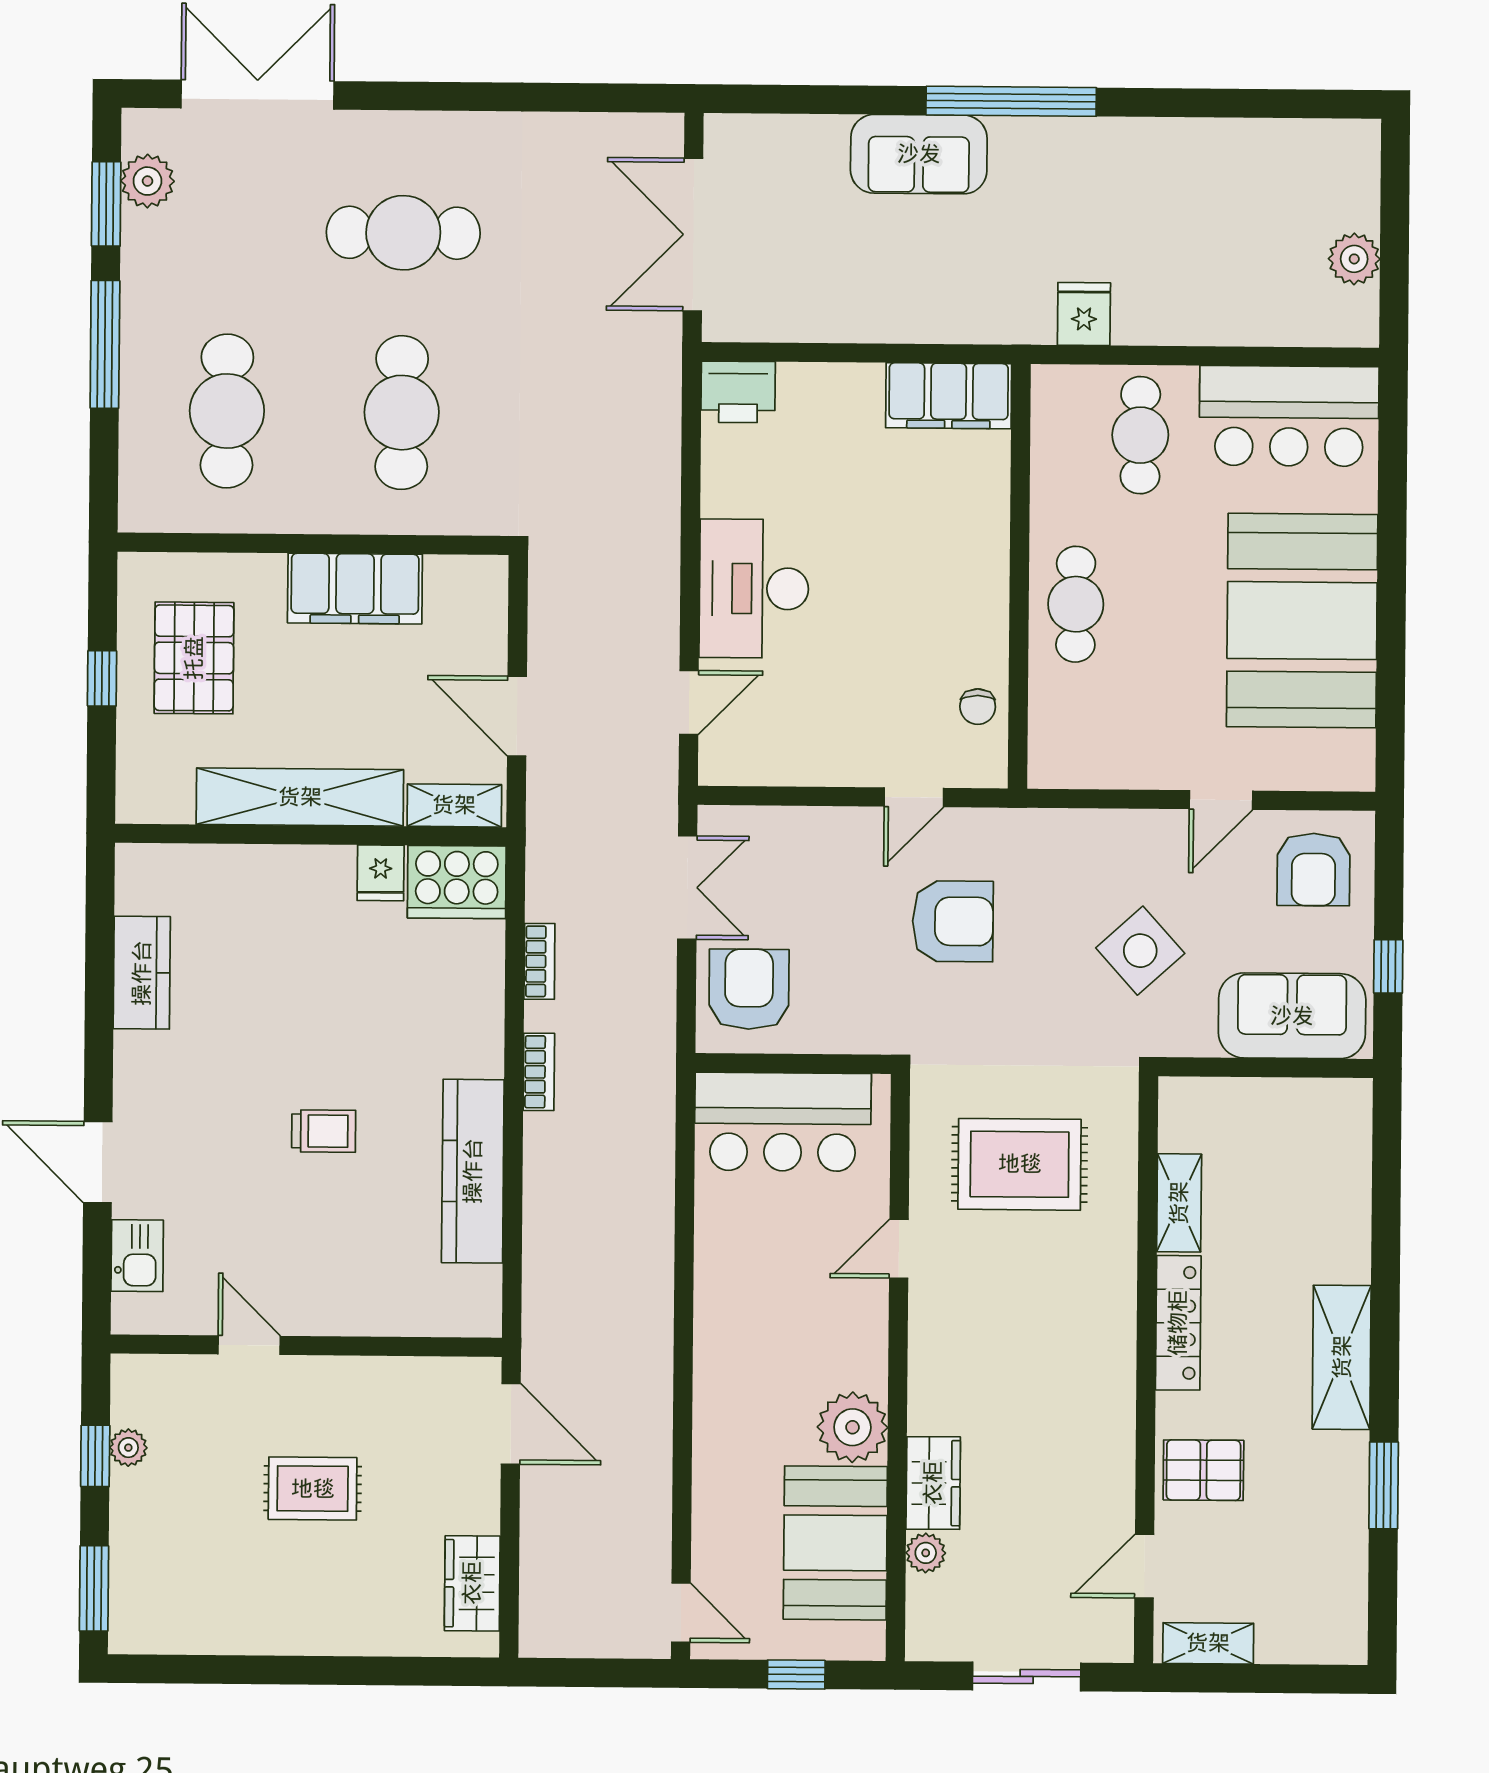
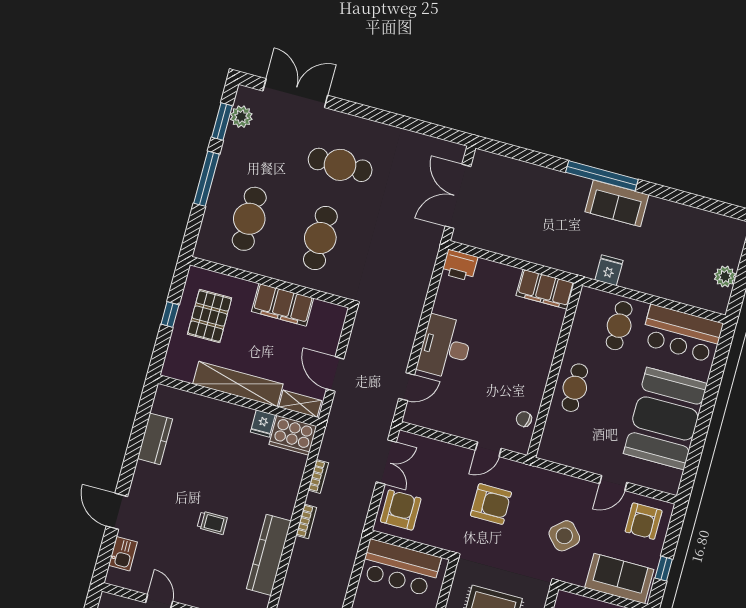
sofa: (919, 154) -> (617, 203), moved
chair: (978, 707) -> (524, 419), turned 102

